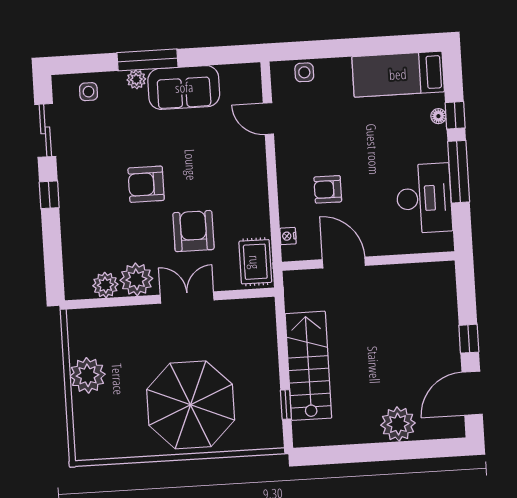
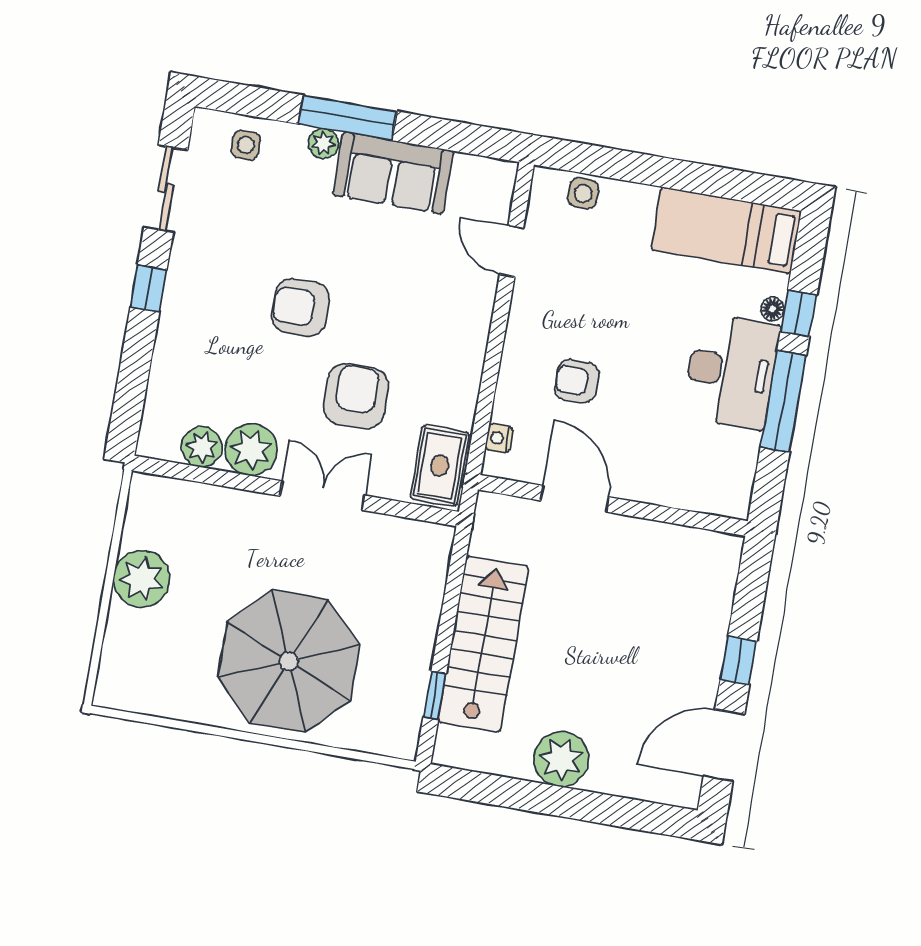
desk: (424, 198) -> (731, 371), moved
plant: (398, 424) -> (561, 759), moved

